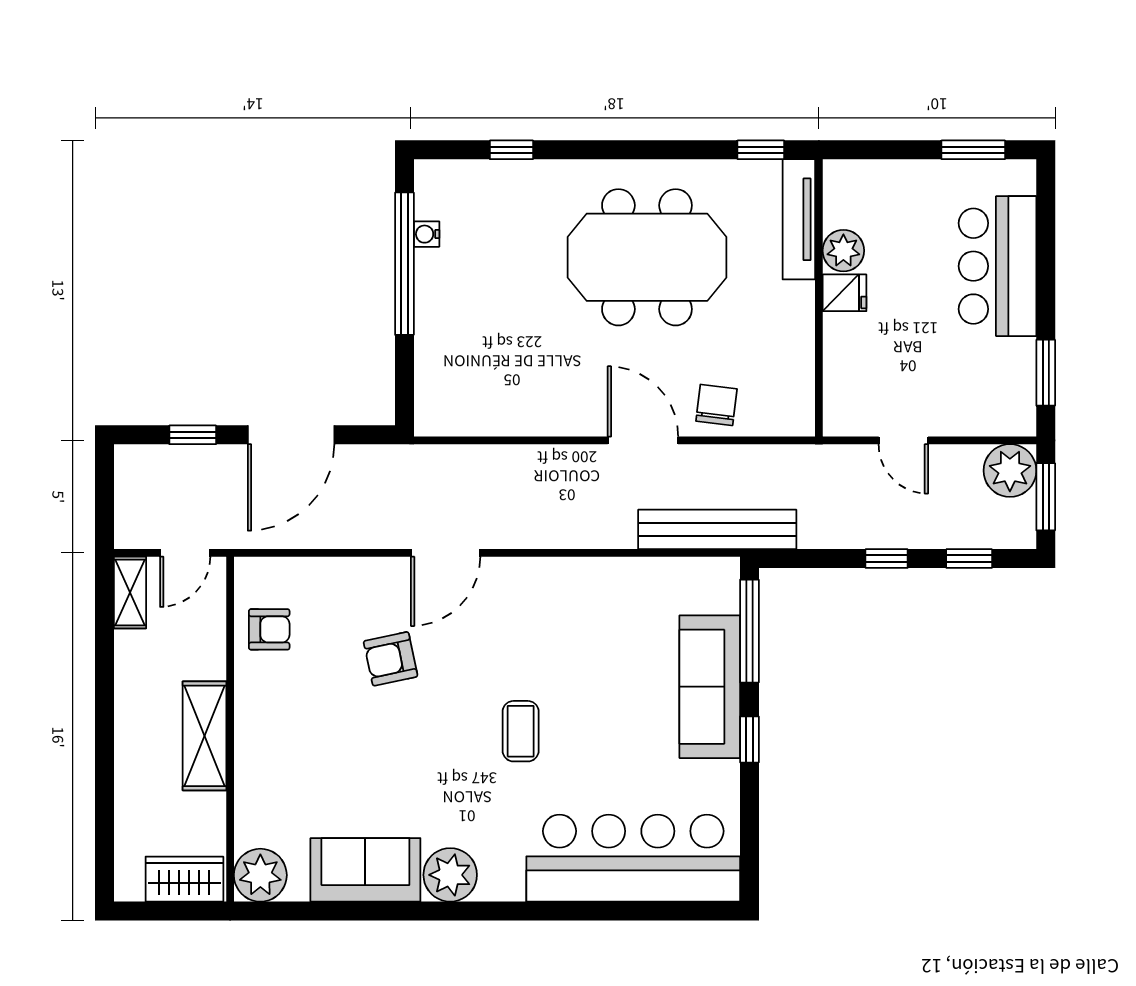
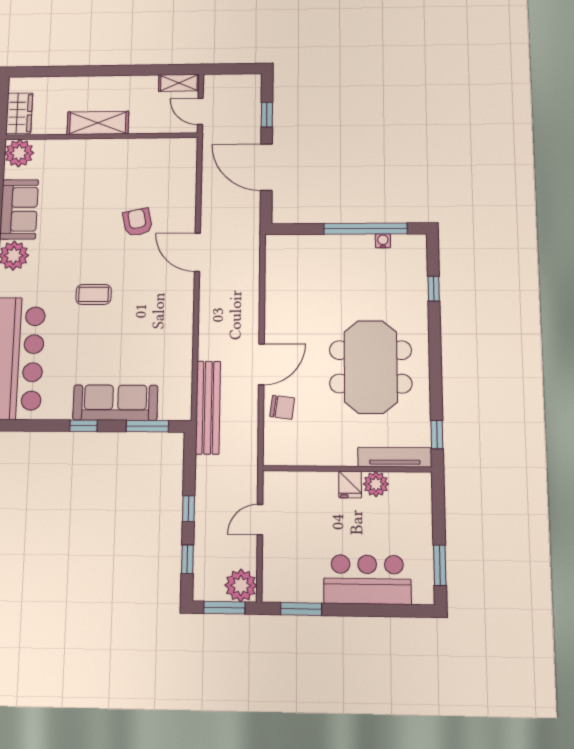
armchair: (269, 629) -> (156, 156), removed
window: (749, 631) -> (147, 426), width x0.69

